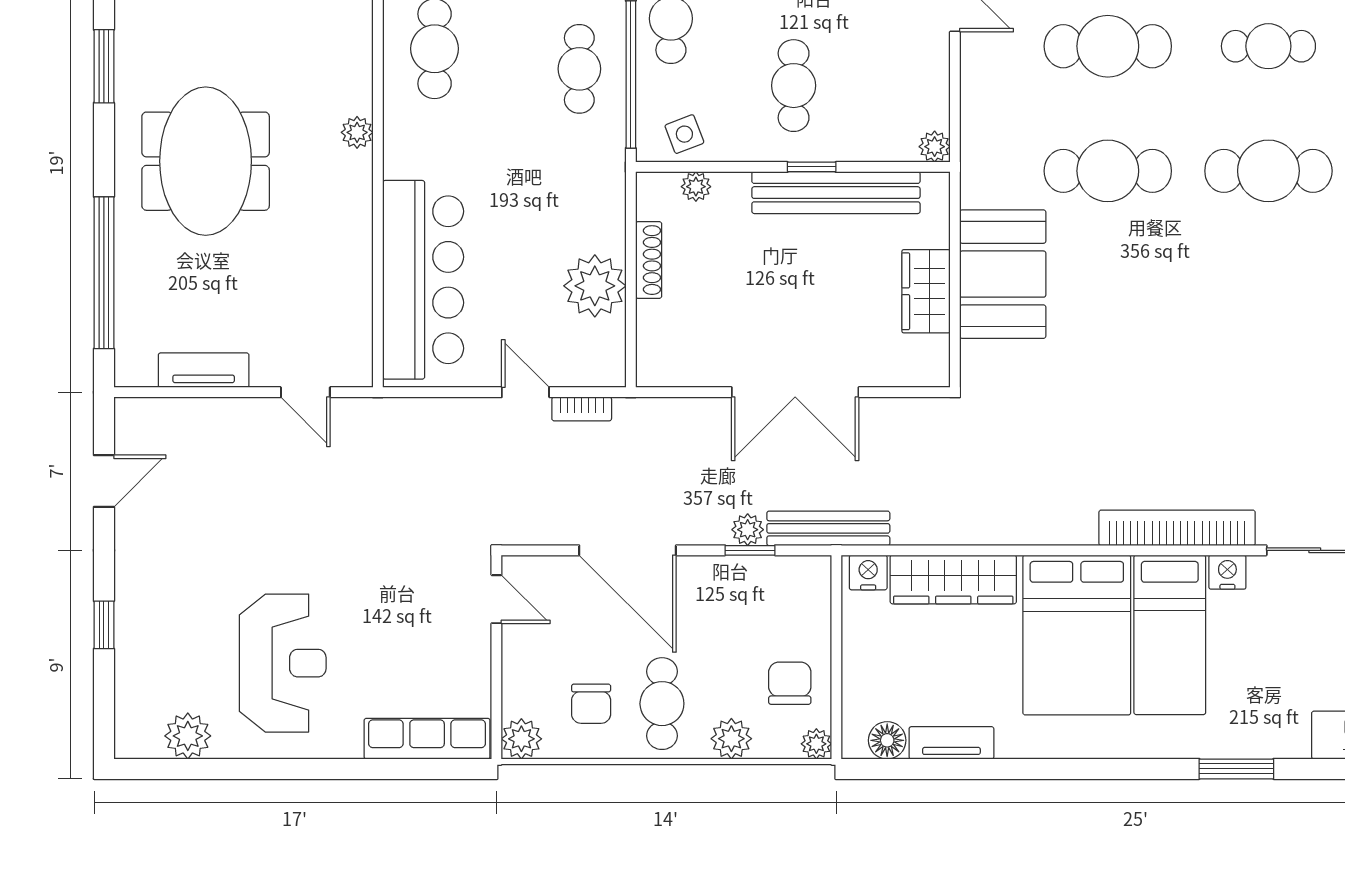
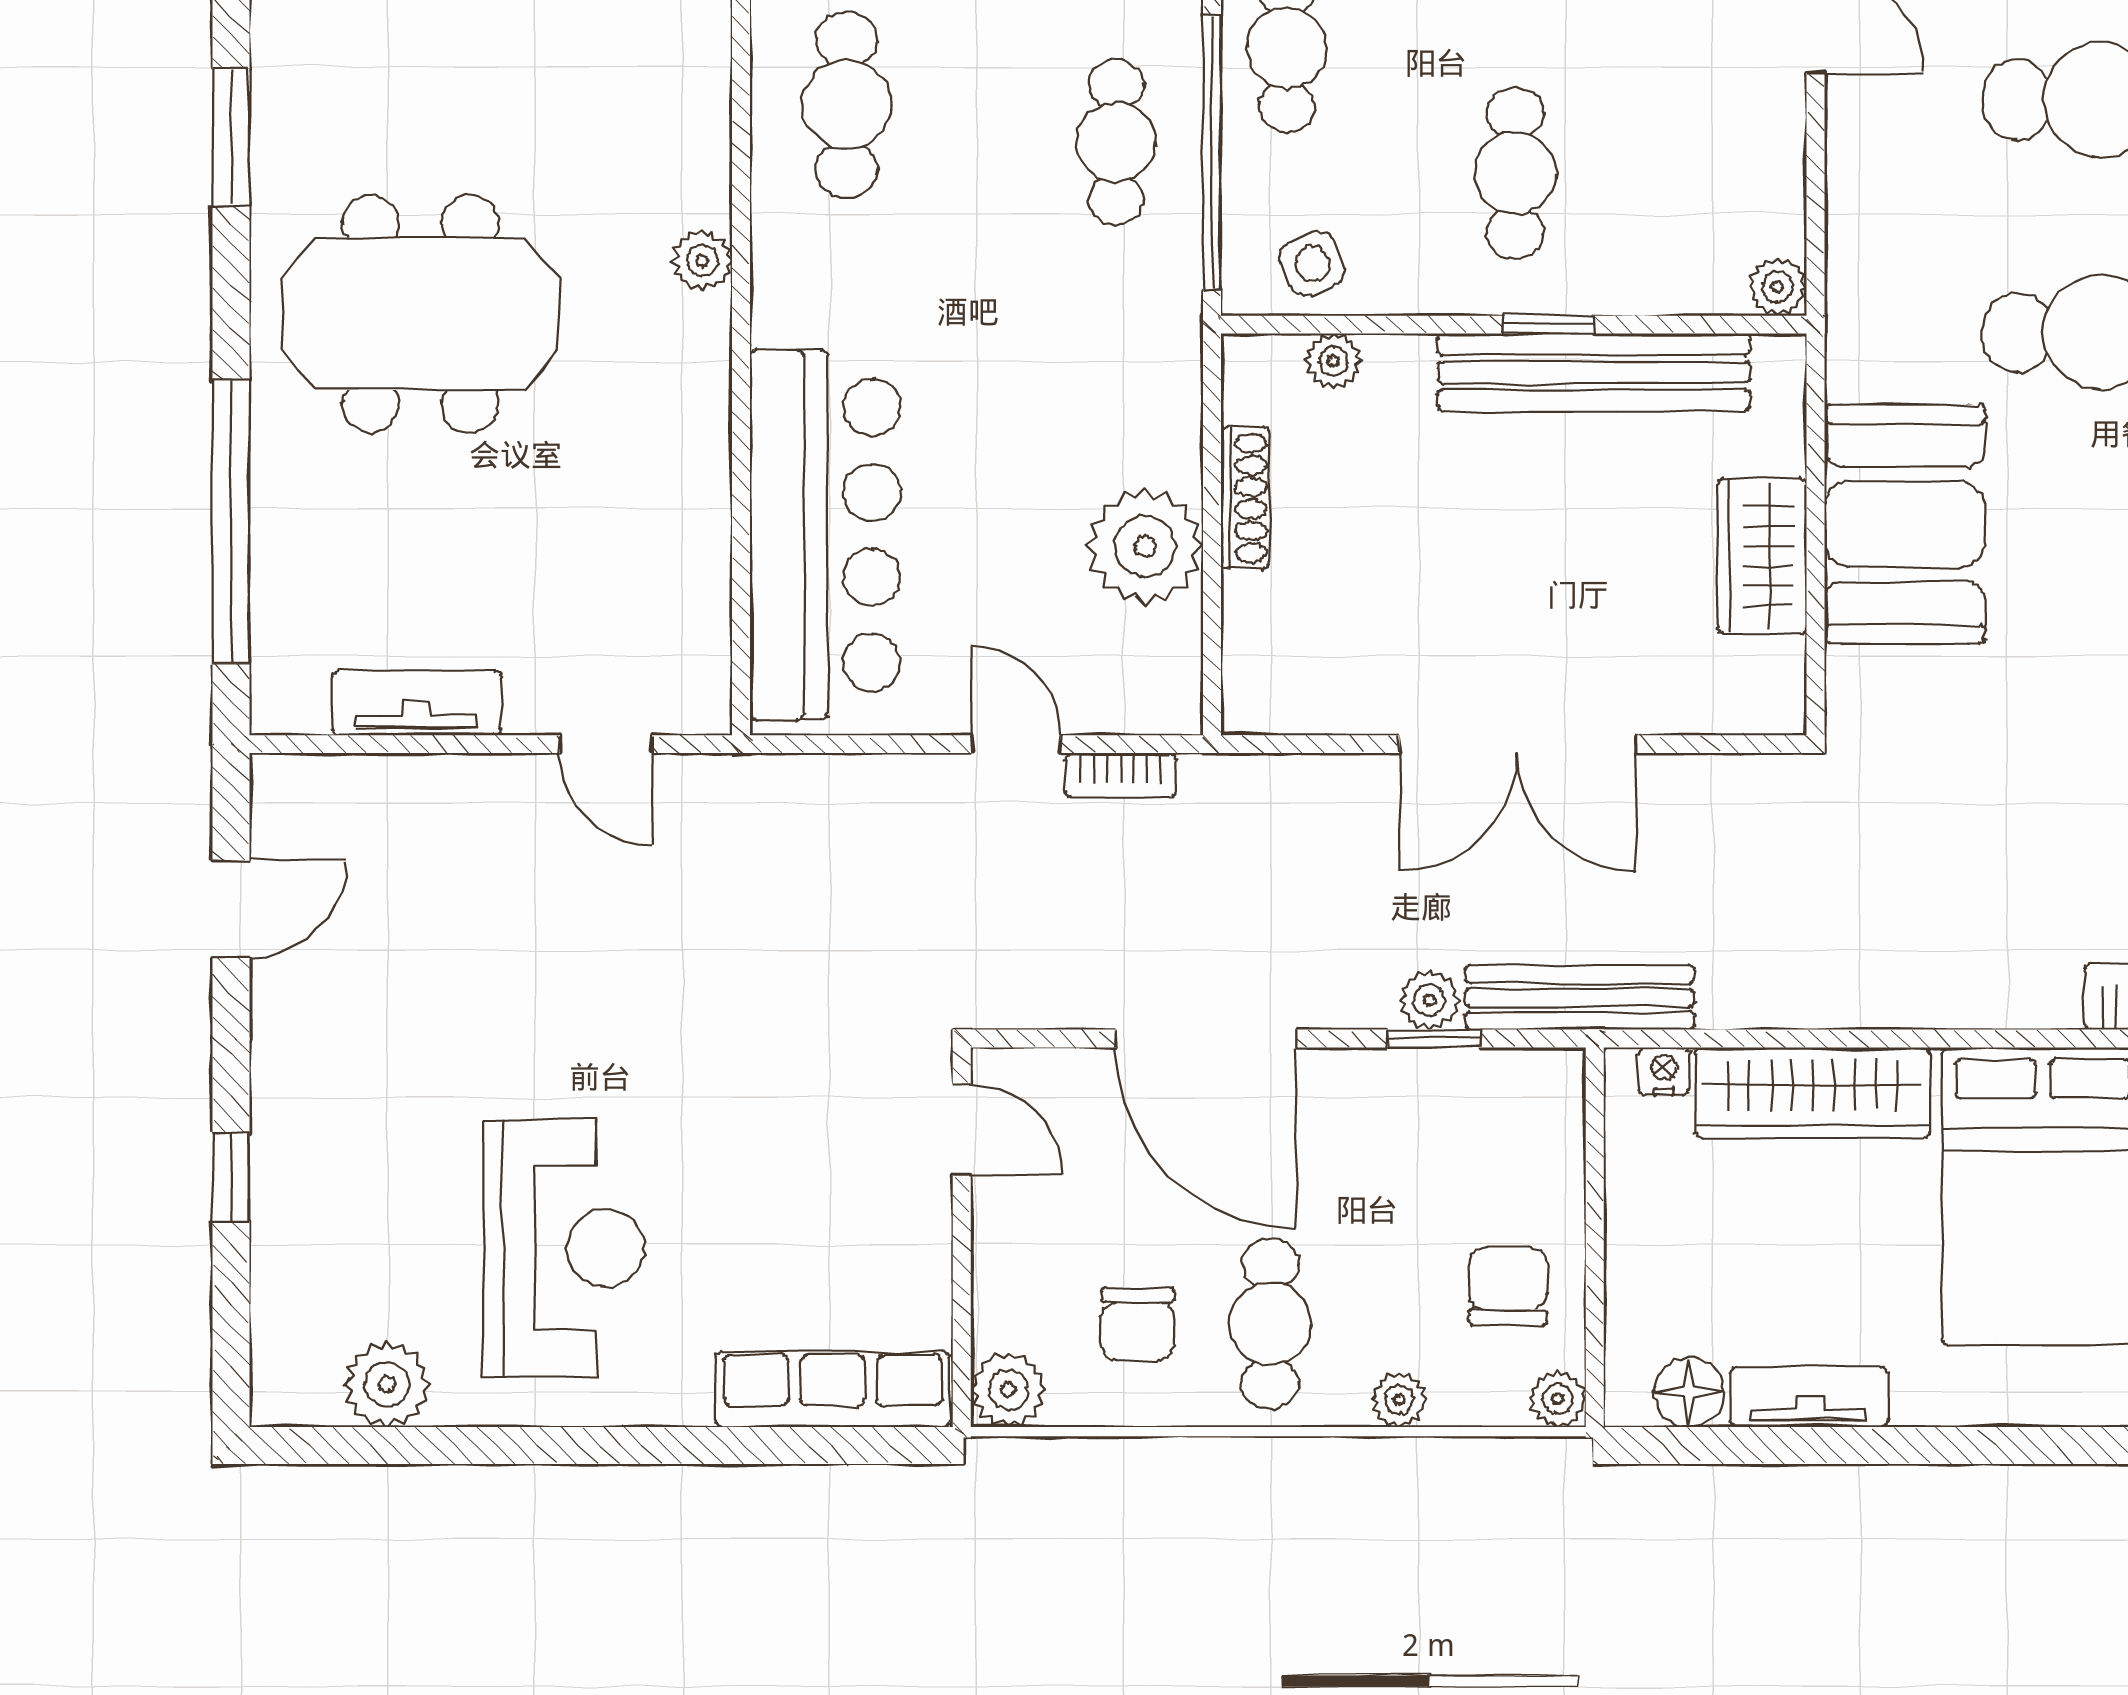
meeting table: (206, 161) -> (420, 314), turned 90
nightstand: (868, 572) -> (1664, 1071), width x0.72, depth x0.74
plant: (731, 739) -> (1399, 1400), width x0.73, depth x0.73

